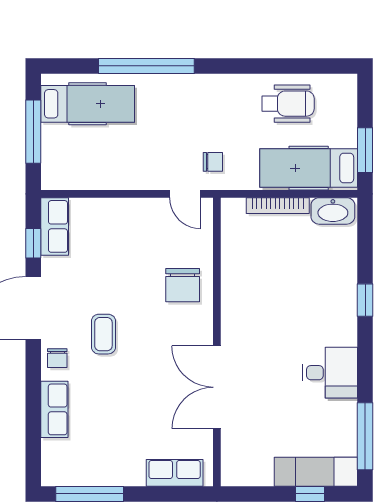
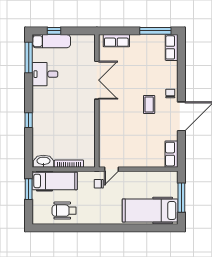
window: (146, 66) -> (129, 228), removed
hospital bed: (88, 104) -> (150, 210), width x1.37, depth x1.29
door: (185, 194) -> (112, 169), swing flipped
window: (33, 243) -> (181, 146), removed
chair: (183, 285) -> (113, 127), removed
desk: (330, 373) -> (45, 74), moved
row of seats: (54, 409) -> (172, 47), moved

